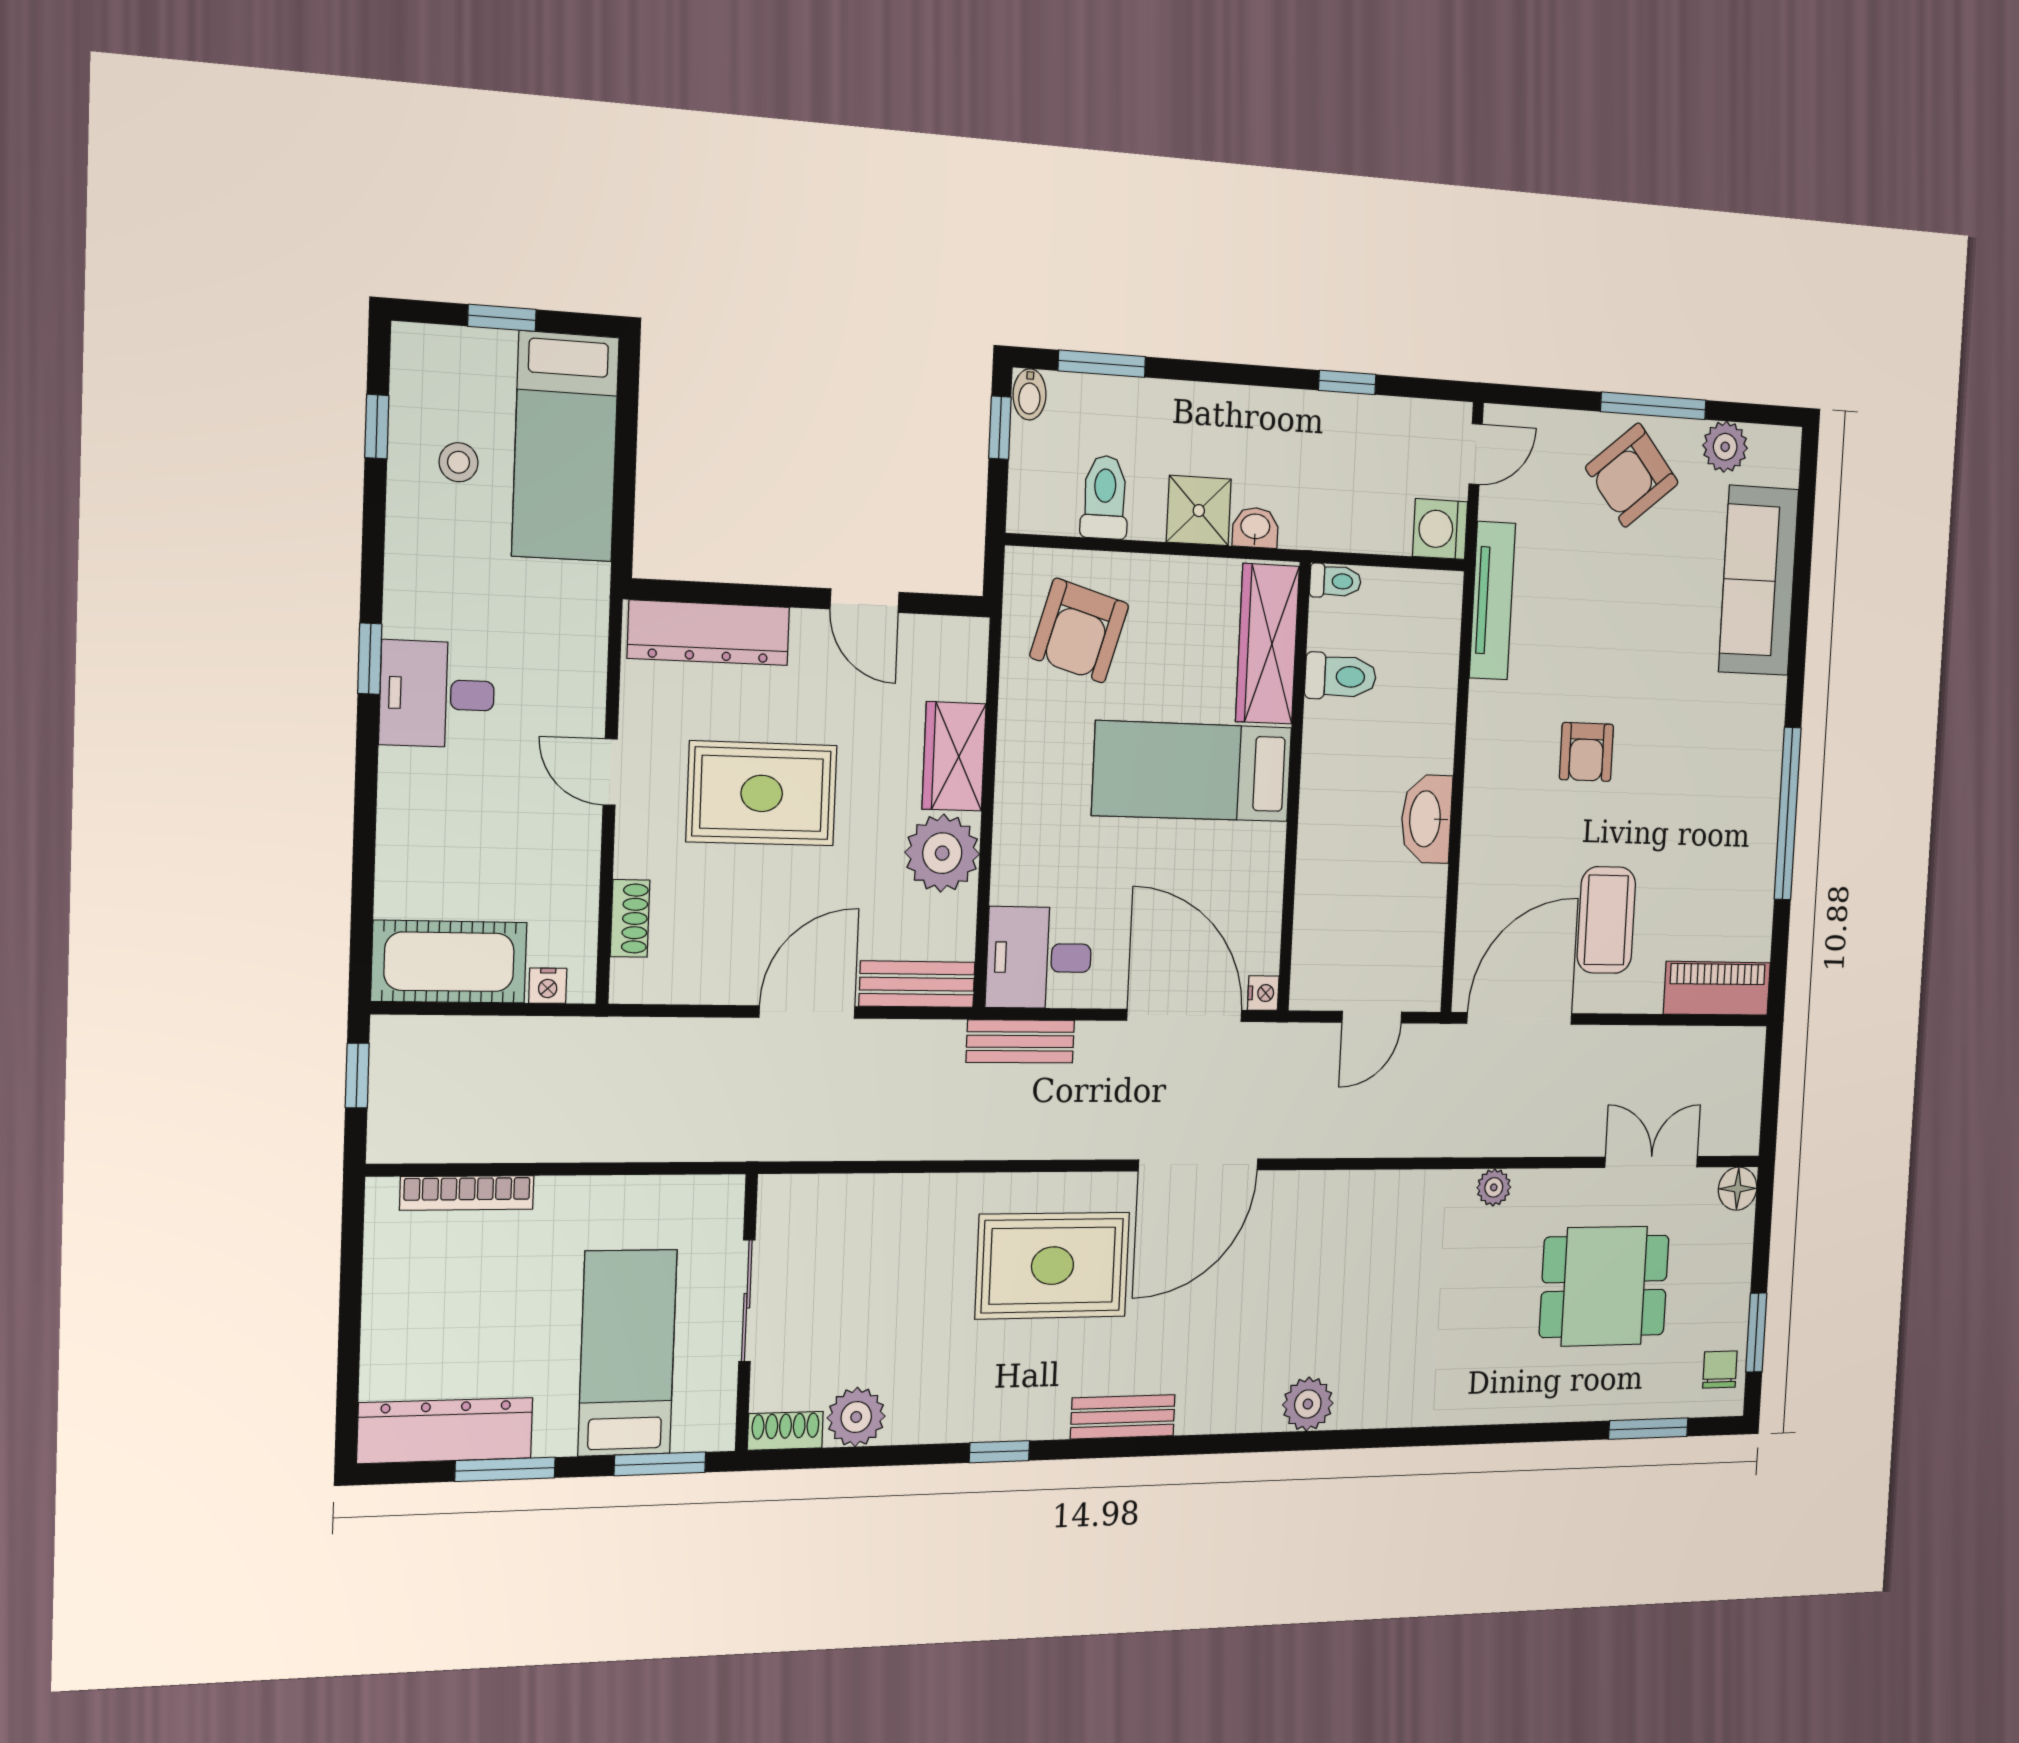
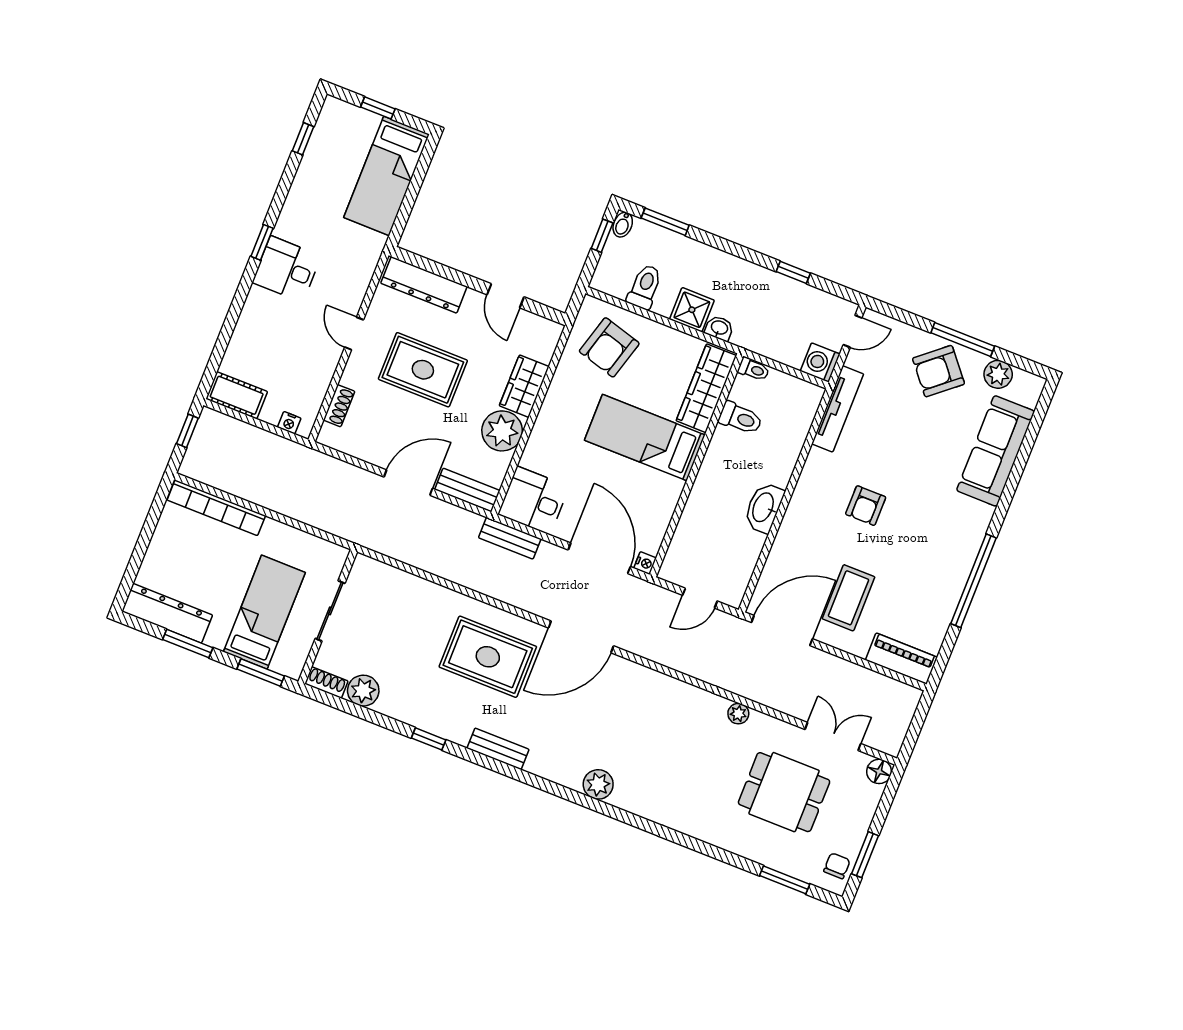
stool: (459, 462) -> (334, 167), removed
cot: (449, 962) -> (237, 395), width x0.73, depth x0.75
bookcase: (467, 1193) -> (216, 508), width x1.48, depth x1.31

